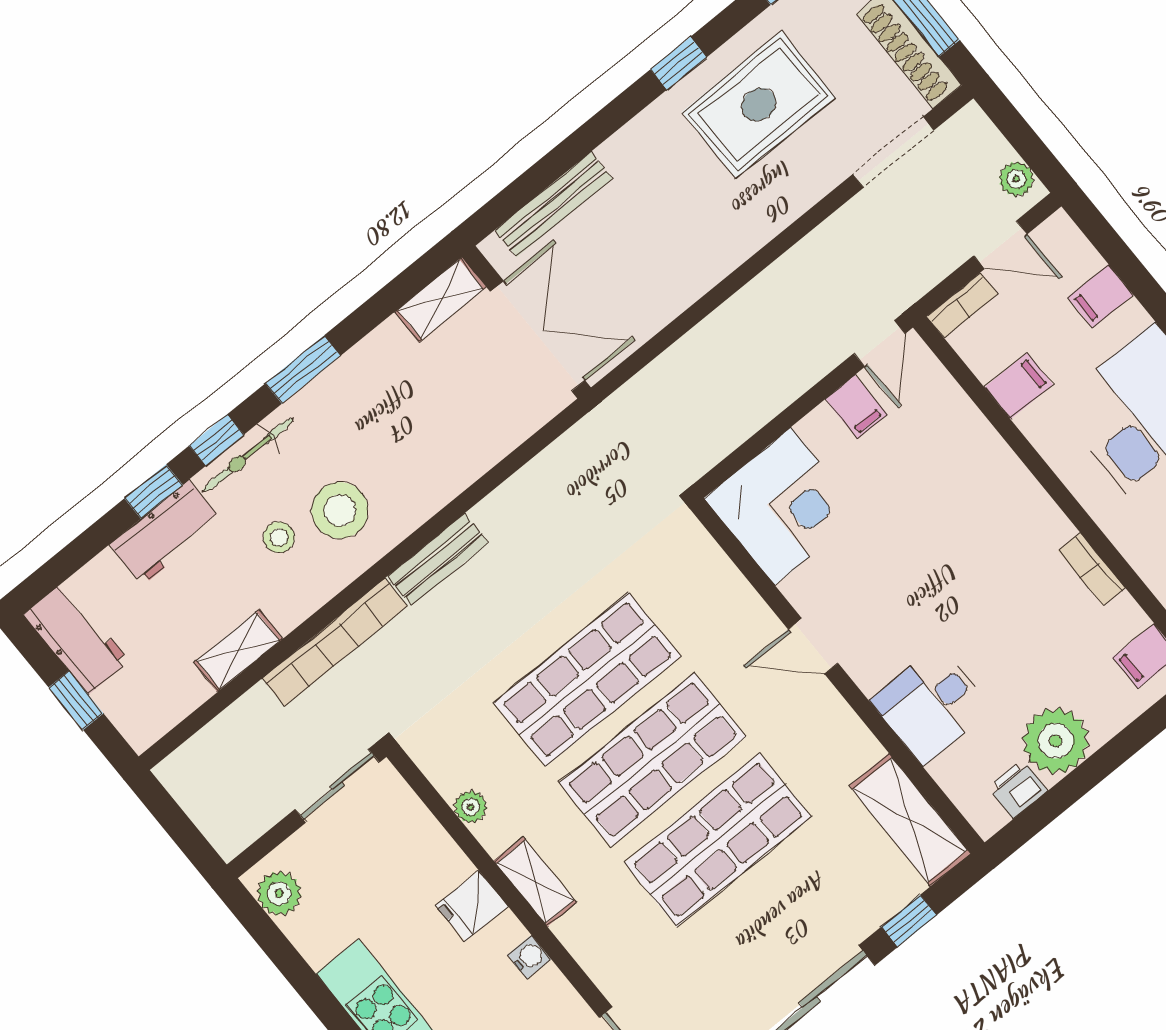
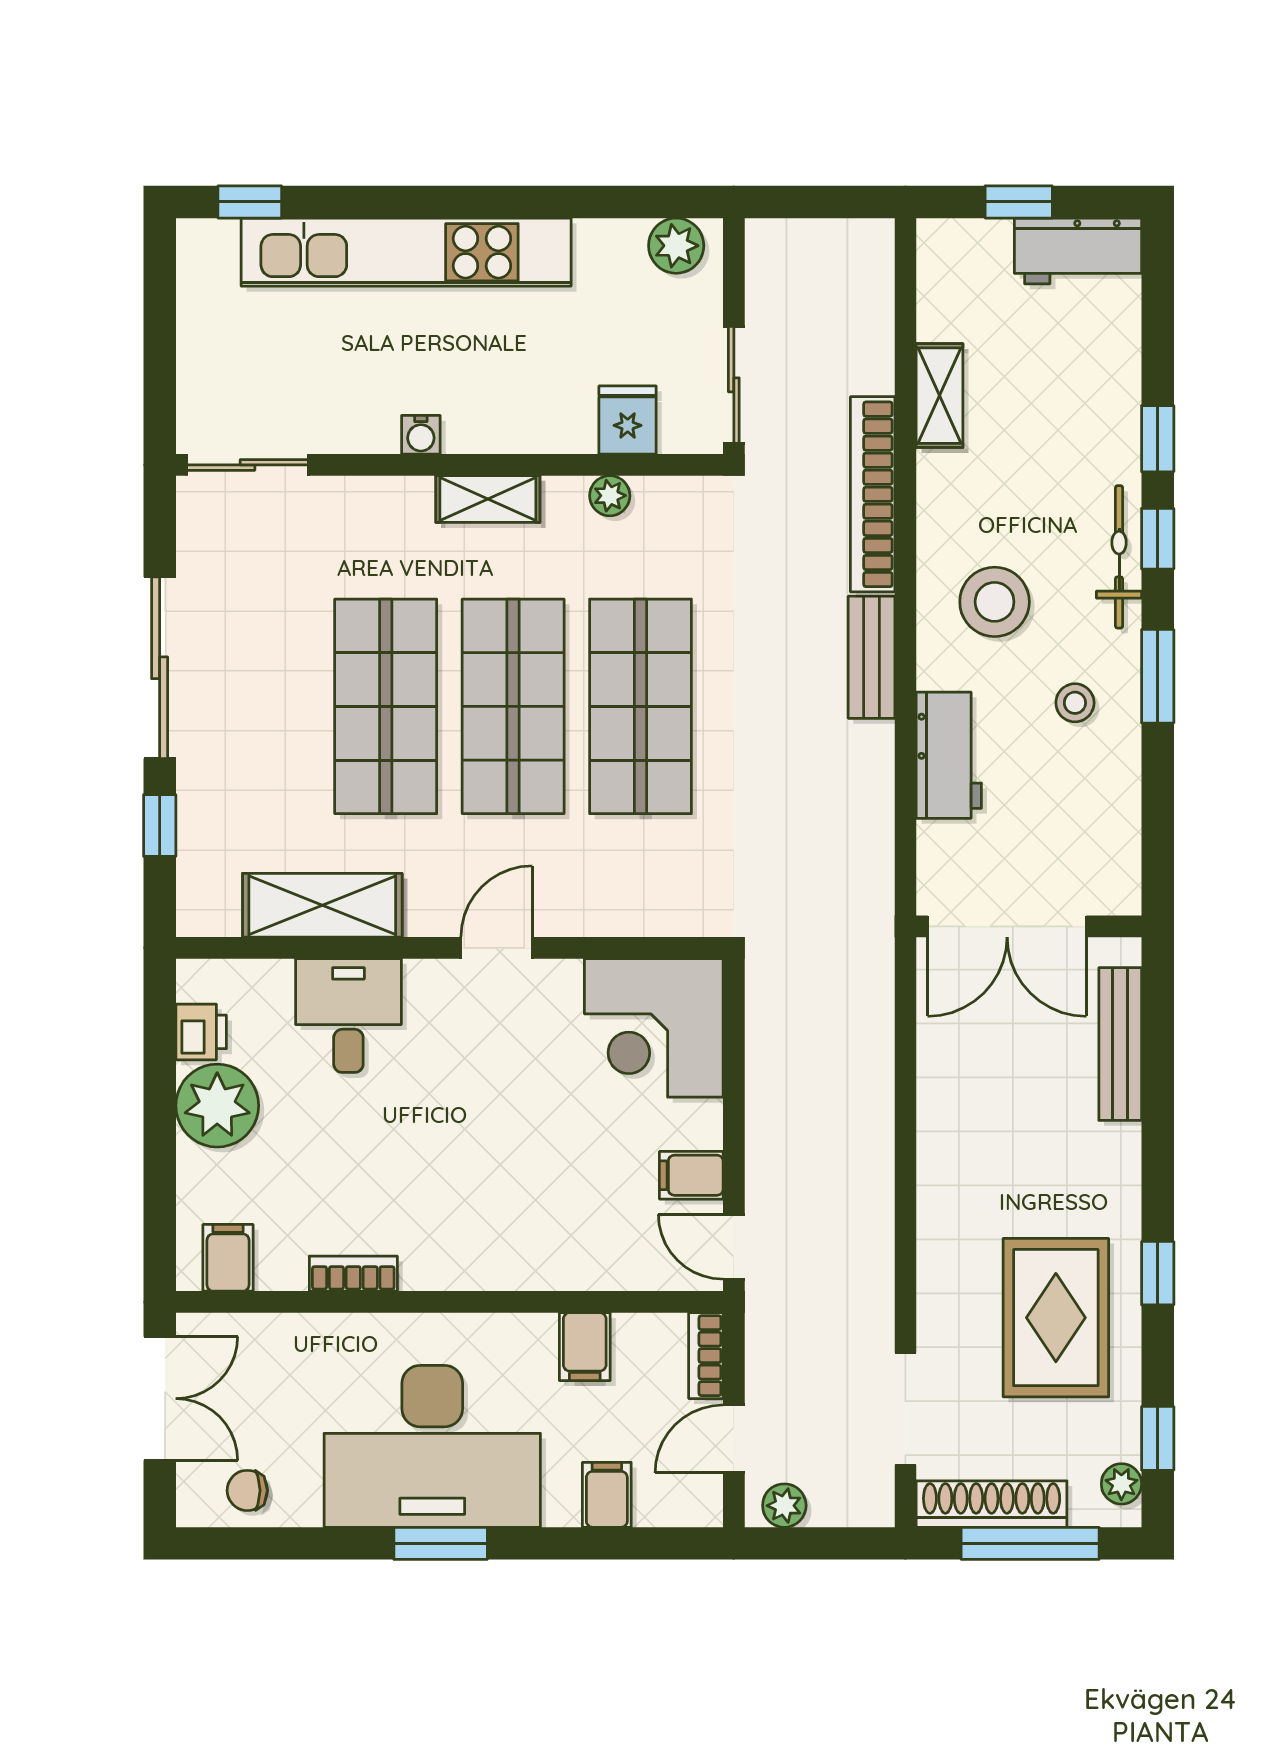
shelving: (441, 299) -> (1118, 862), removed
workbench: (166, 533) -> (949, 755), moved, turned 180
stool: (279, 537) -> (1075, 703), moved
shelving: (910, 820) -> (322, 905), moved
fridge: (472, 906) -> (628, 420), moved

